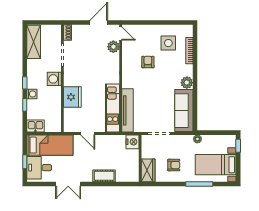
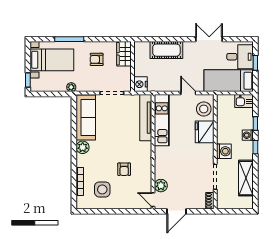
shelving: (34, 42) -> (246, 178), moved
stool: (73, 119) -> (204, 109), added
cot: (104, 176) -> (166, 50), width x1.37, depth x1.34

